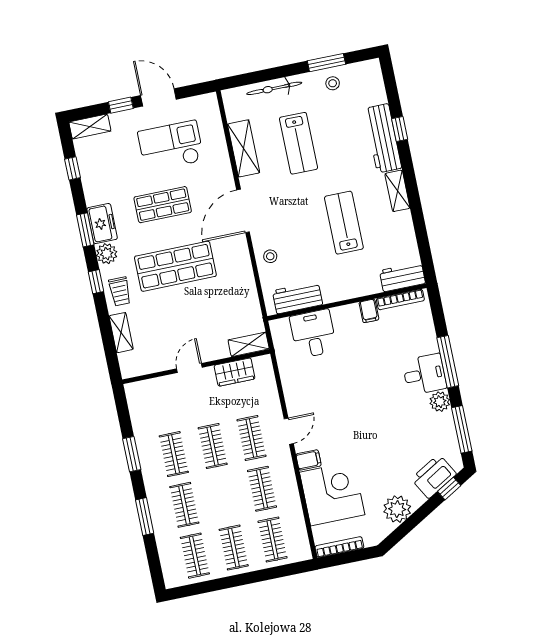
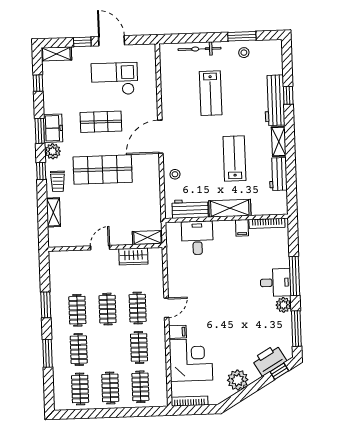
shelving: (244, 148) -> (230, 208), moved, turned 90
workbench: (402, 277) -> (278, 174), moved, turned -90

